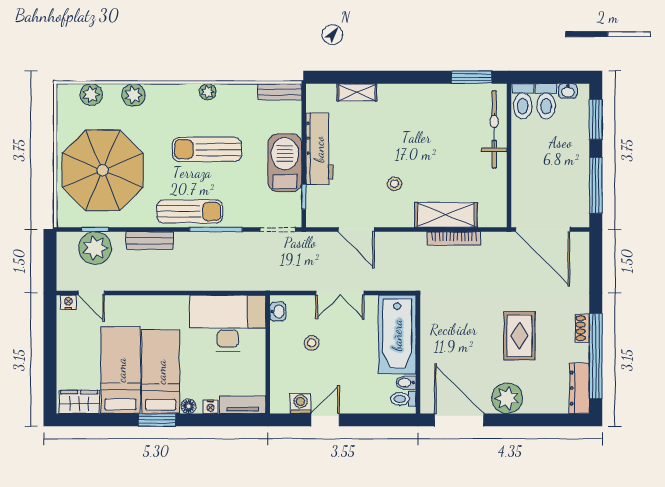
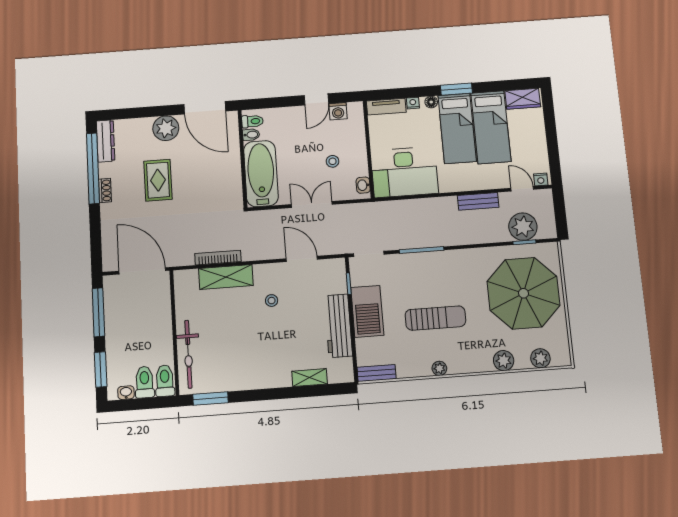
sun lounger: (190, 211) -> (445, 264), removed
bench: (150, 241) -> (478, 201), moved

